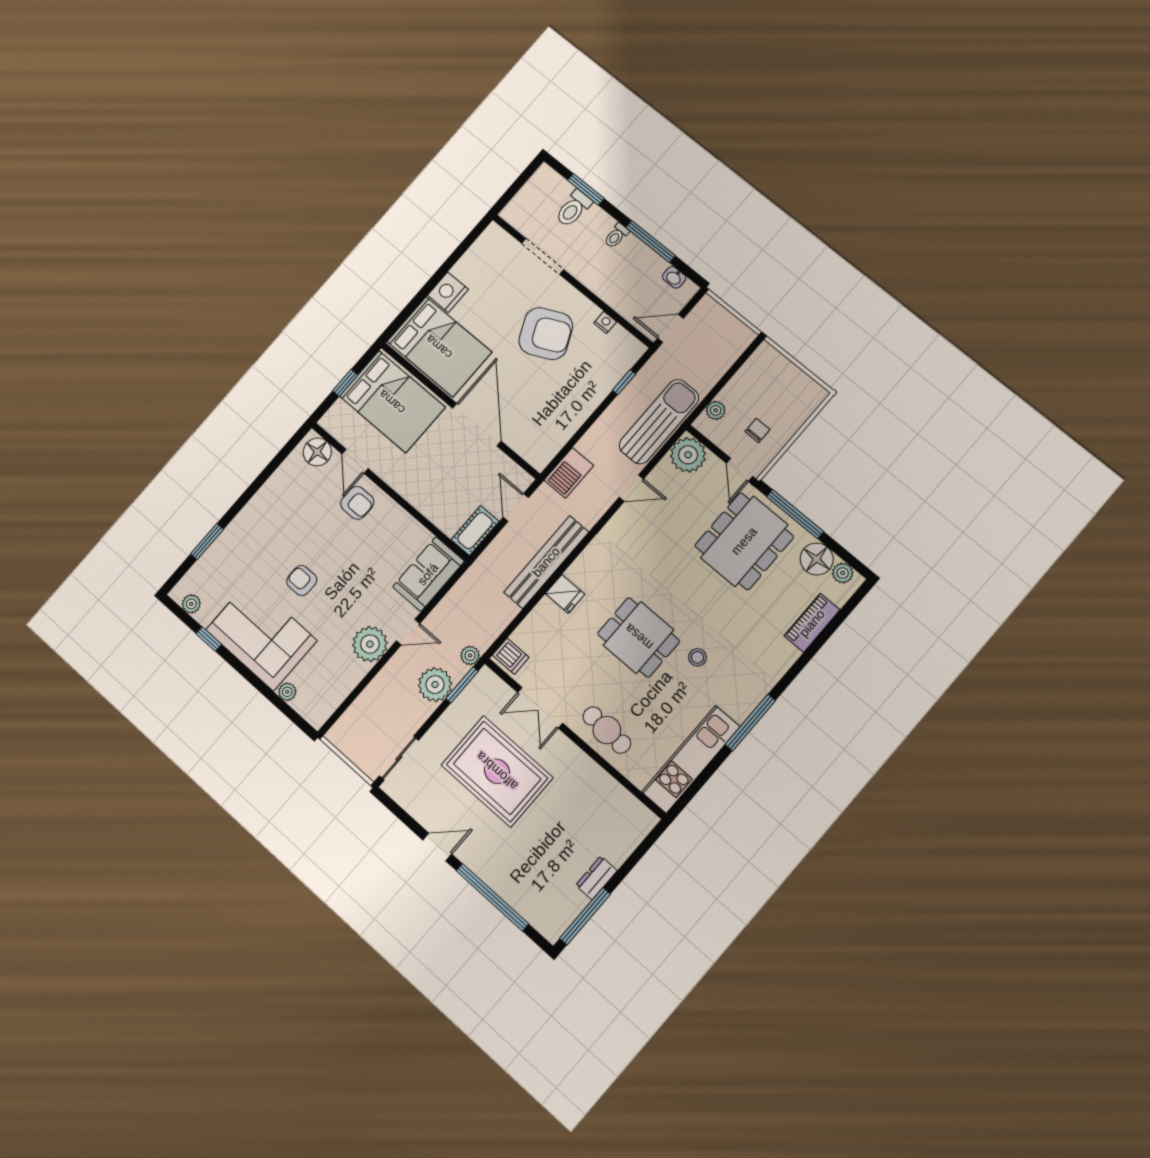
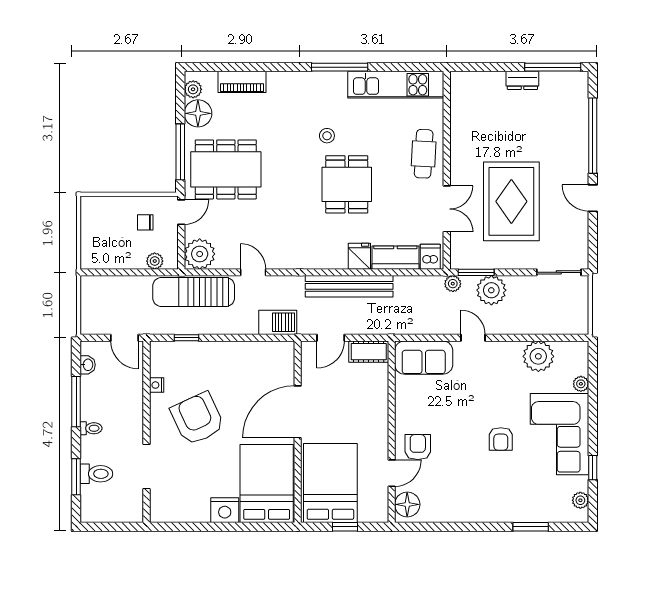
kitchen counter: (536, 625) -> (395, 258), added
plant: (370, 644) -> (538, 356), moved

